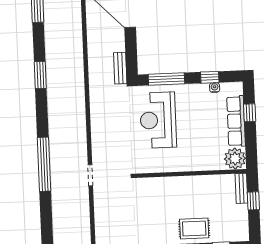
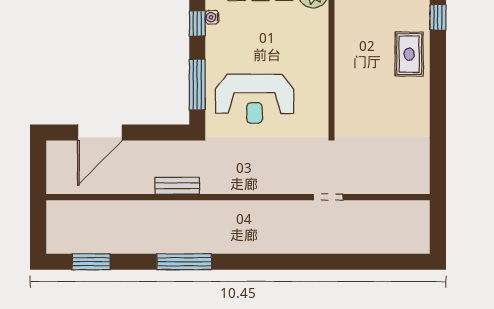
bench: (120, 68) -> (177, 186), moved
window: (40, 75) -> (184, 262), width x1.44
window: (44, 164) -> (310, 262), removed

